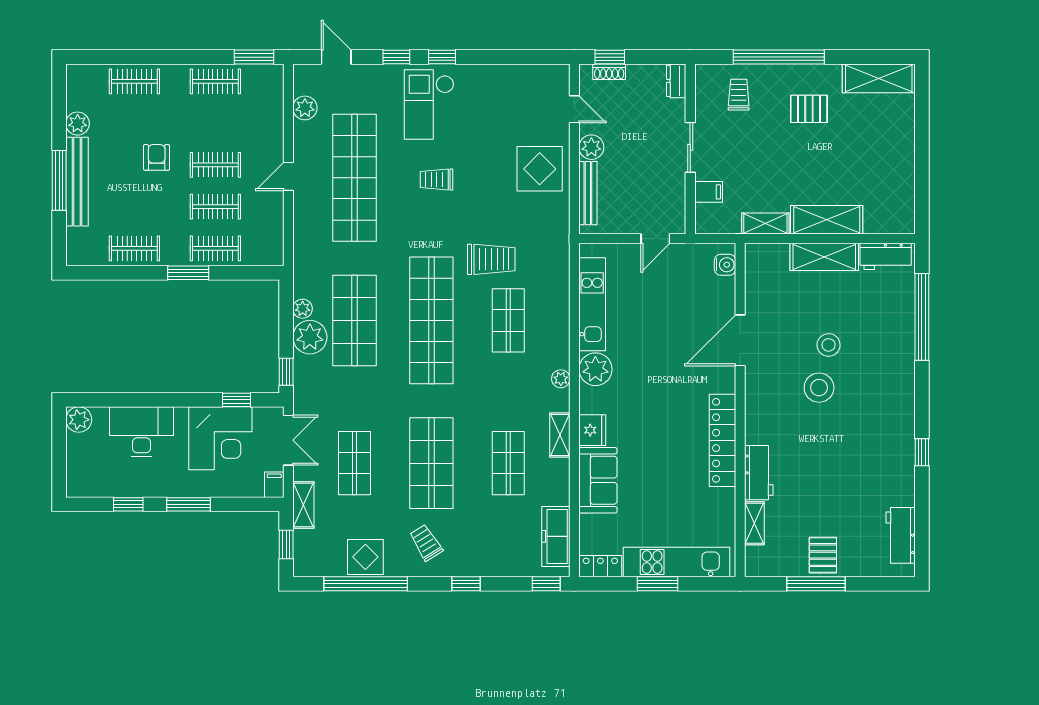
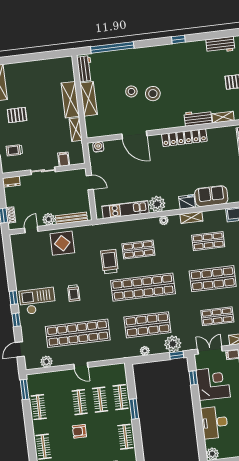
checkout: (429, 104) -> (37, 301), turned 180
pallet: (809, 109) -> (17, 115), turned 90
plant: (310, 337) -> (173, 344), moved

